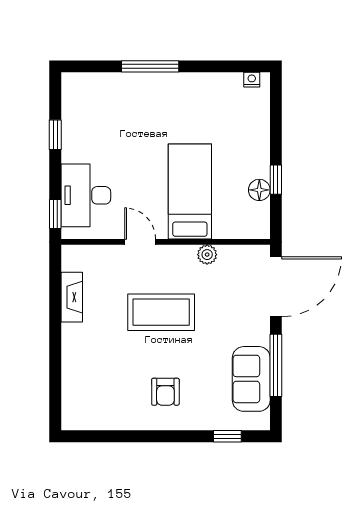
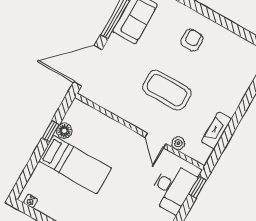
bed: (190, 191) -> (75, 165), moved, turned -90
plant: (207, 255) -> (178, 143), moved

